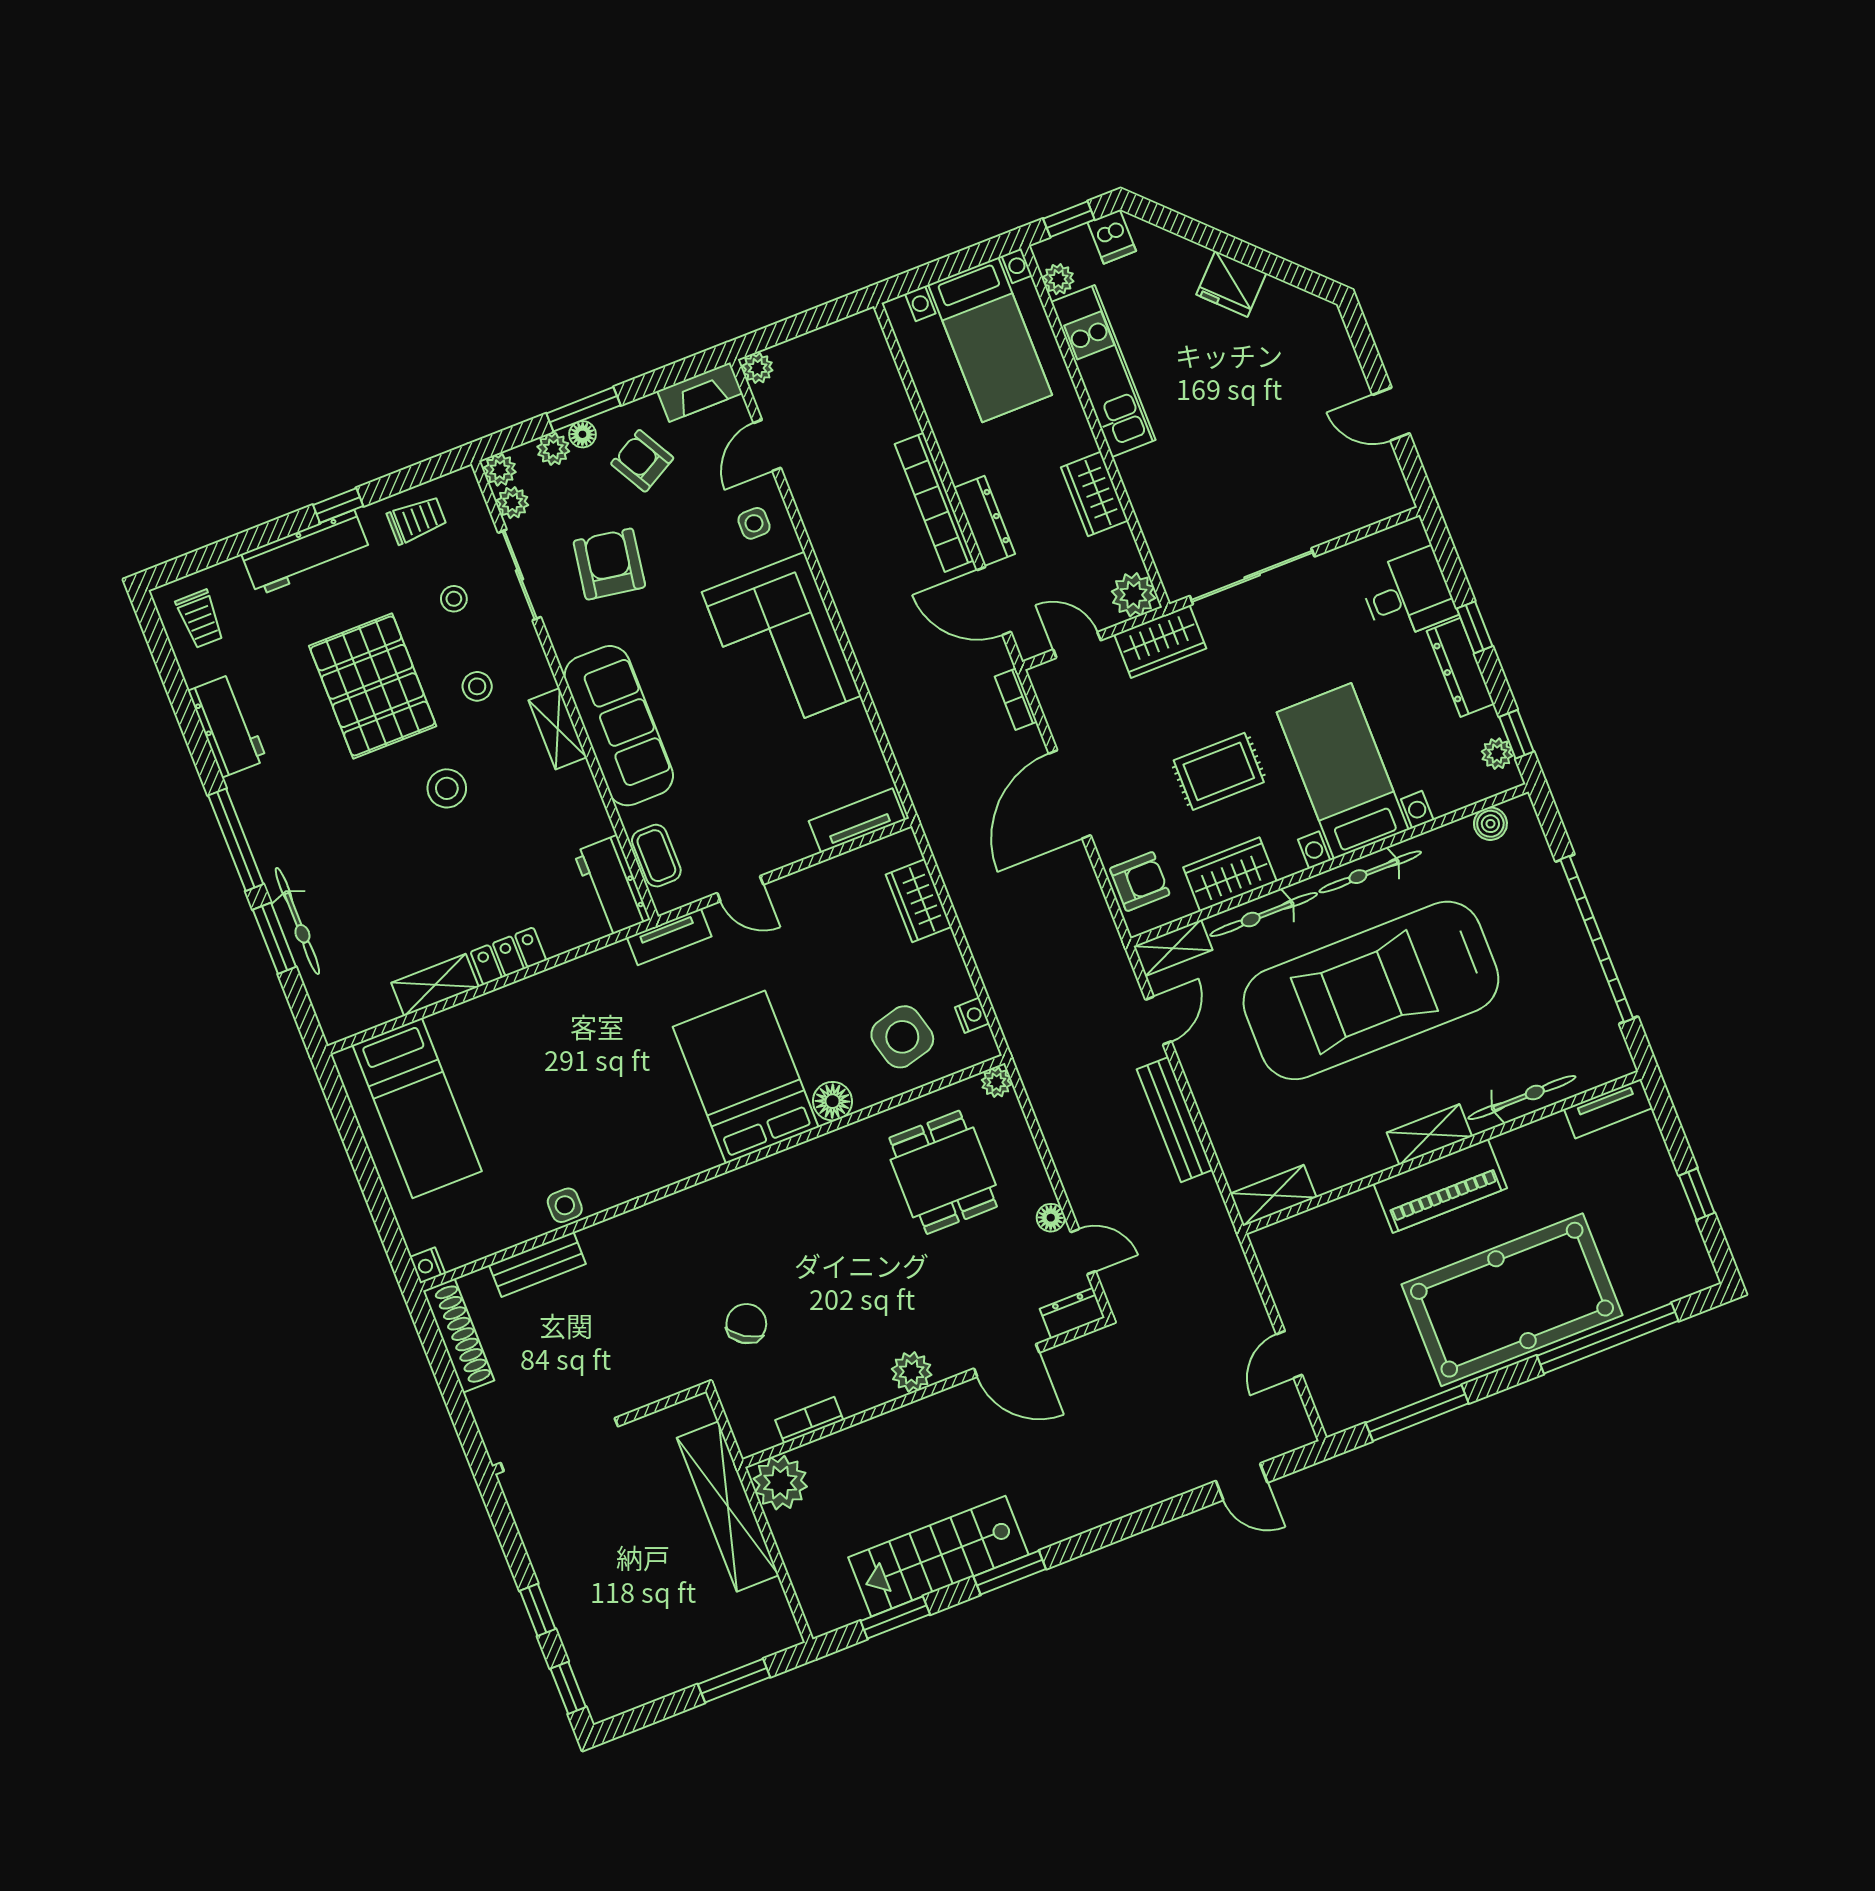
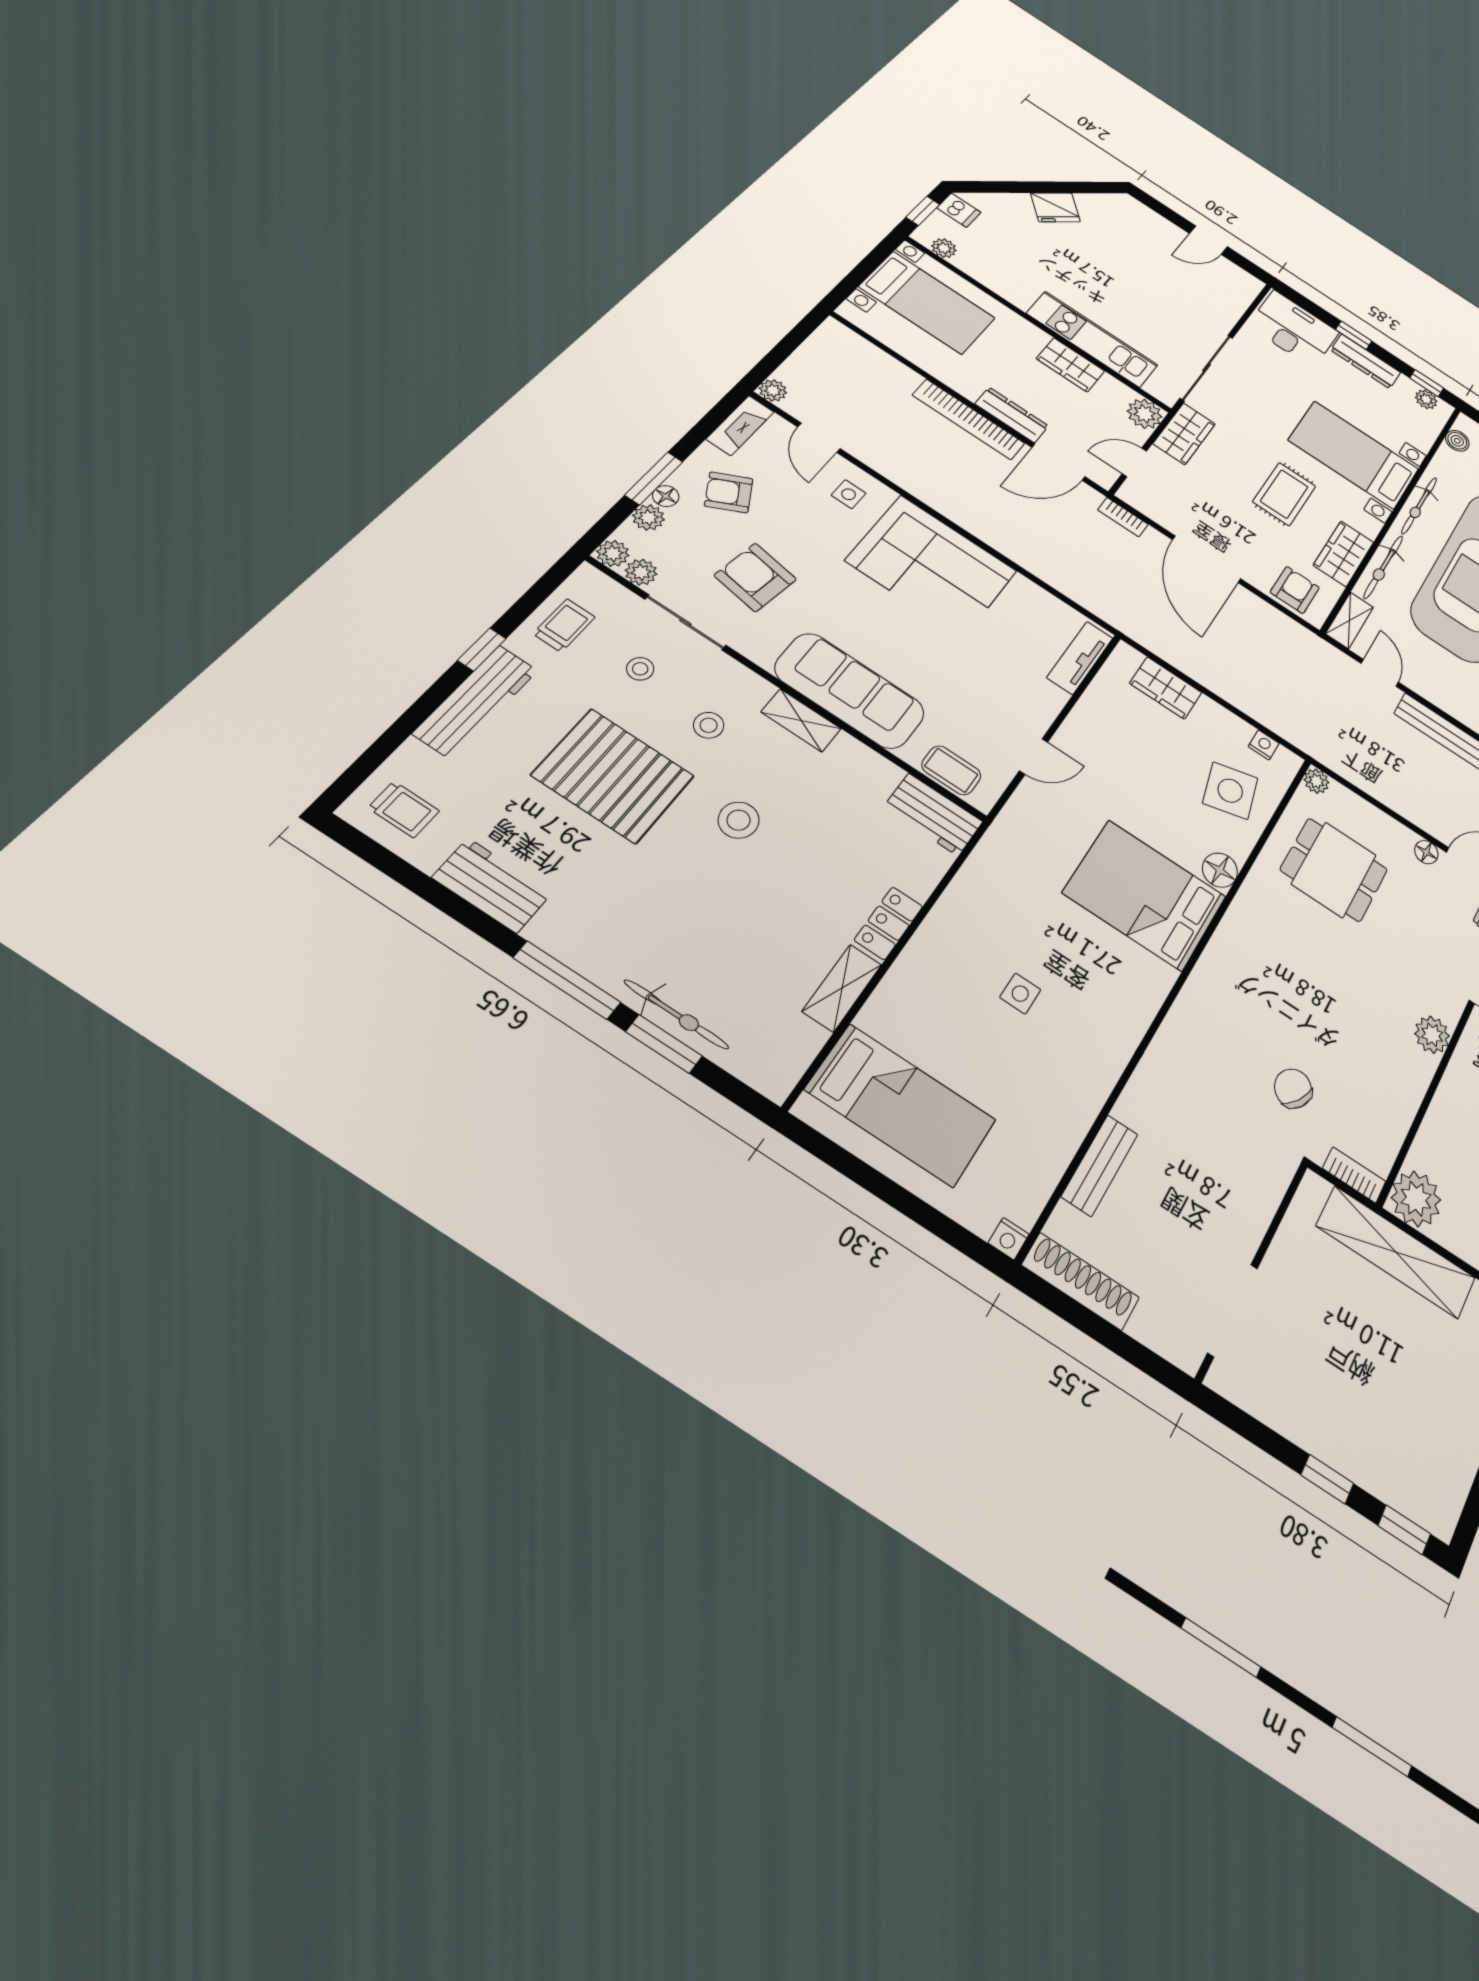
kitchen unit: (1103, 371) -> (1092, 339), moved
desk: (1408, 594) -> (1294, 329), width x1.37
tv unit: (669, 937) -> (1007, 826), removed
side table: (565, 1205) -> (1020, 994), moved
bookcase: (809, 1420) -> (1354, 1175), moved, turned 90
doorway: (559, 1445) -> (1233, 1310), width x0.73

